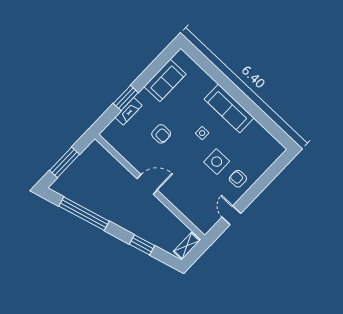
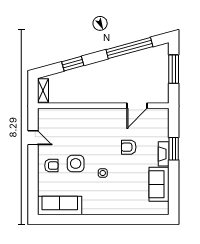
sofa: (229, 109) -> (60, 205), moved
fireplace: (128, 111) -> (164, 154), moved
door: (147, 184) -> (137, 106), moved

